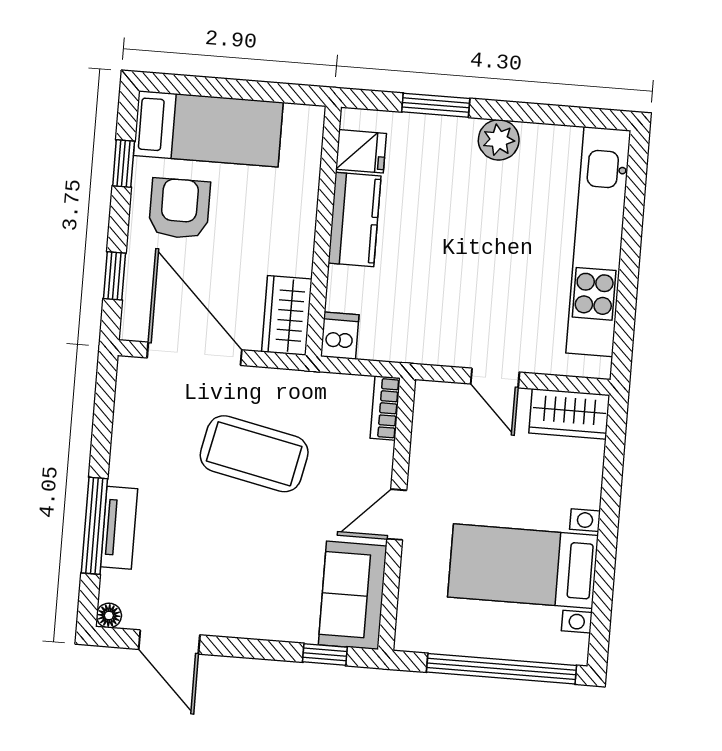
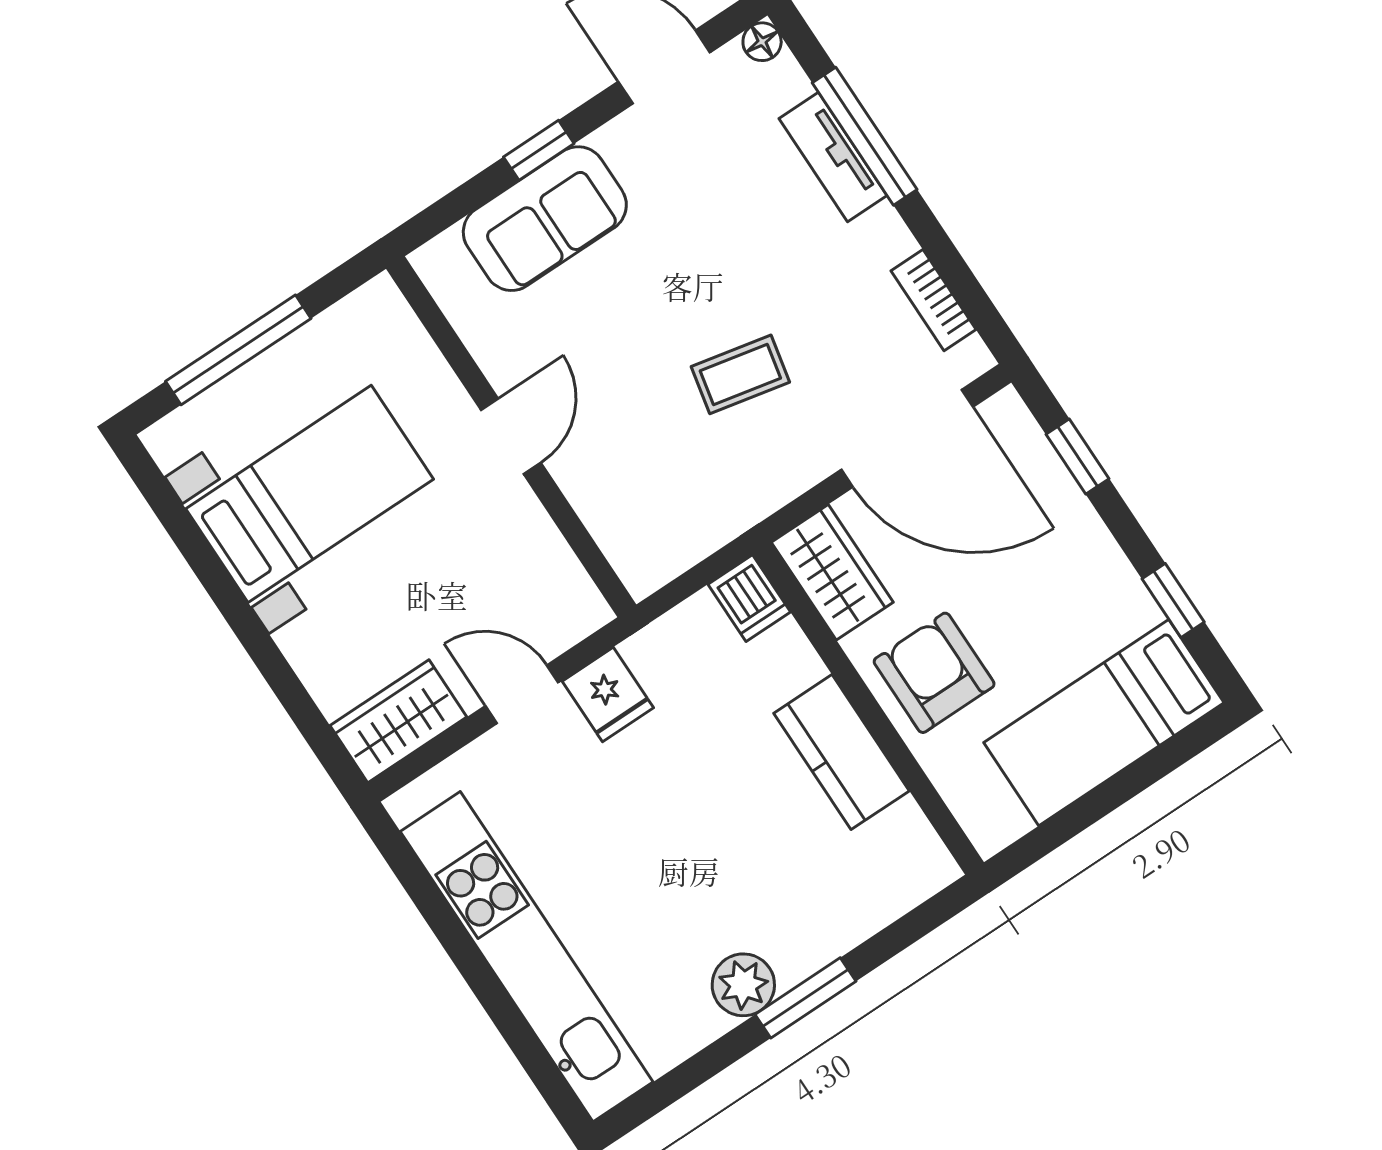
window: (436, 105) -> (805, 998), moved
fridge: (361, 151) -> (608, 694), moved, turned -90
armchair: (179, 209) -> (934, 673), moved, turned 180
bookcase: (385, 408) -> (934, 300), moved, turned 180
coffee table: (254, 454) -> (740, 374), width x0.54, depth x0.58
sofa: (353, 595) -> (545, 219), moved, turned 90
window: (325, 655) -> (539, 150), moved
window: (502, 669) -> (238, 350), width x0.68

